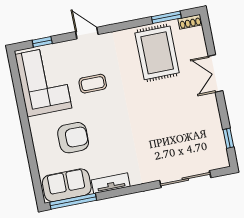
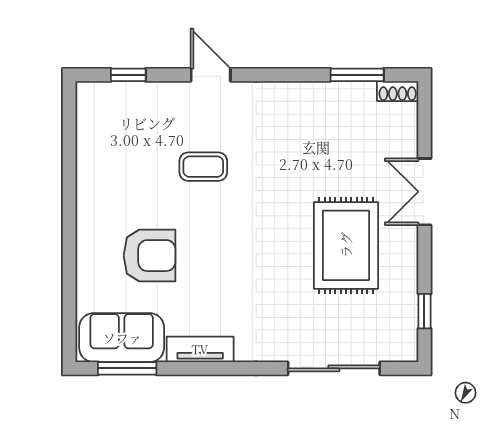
rug: (157, 53) -> (346, 245), moved
corner sofa: (43, 81) -> (117, 145), removed
window: (73, 201) -> (127, 368), width x0.69

